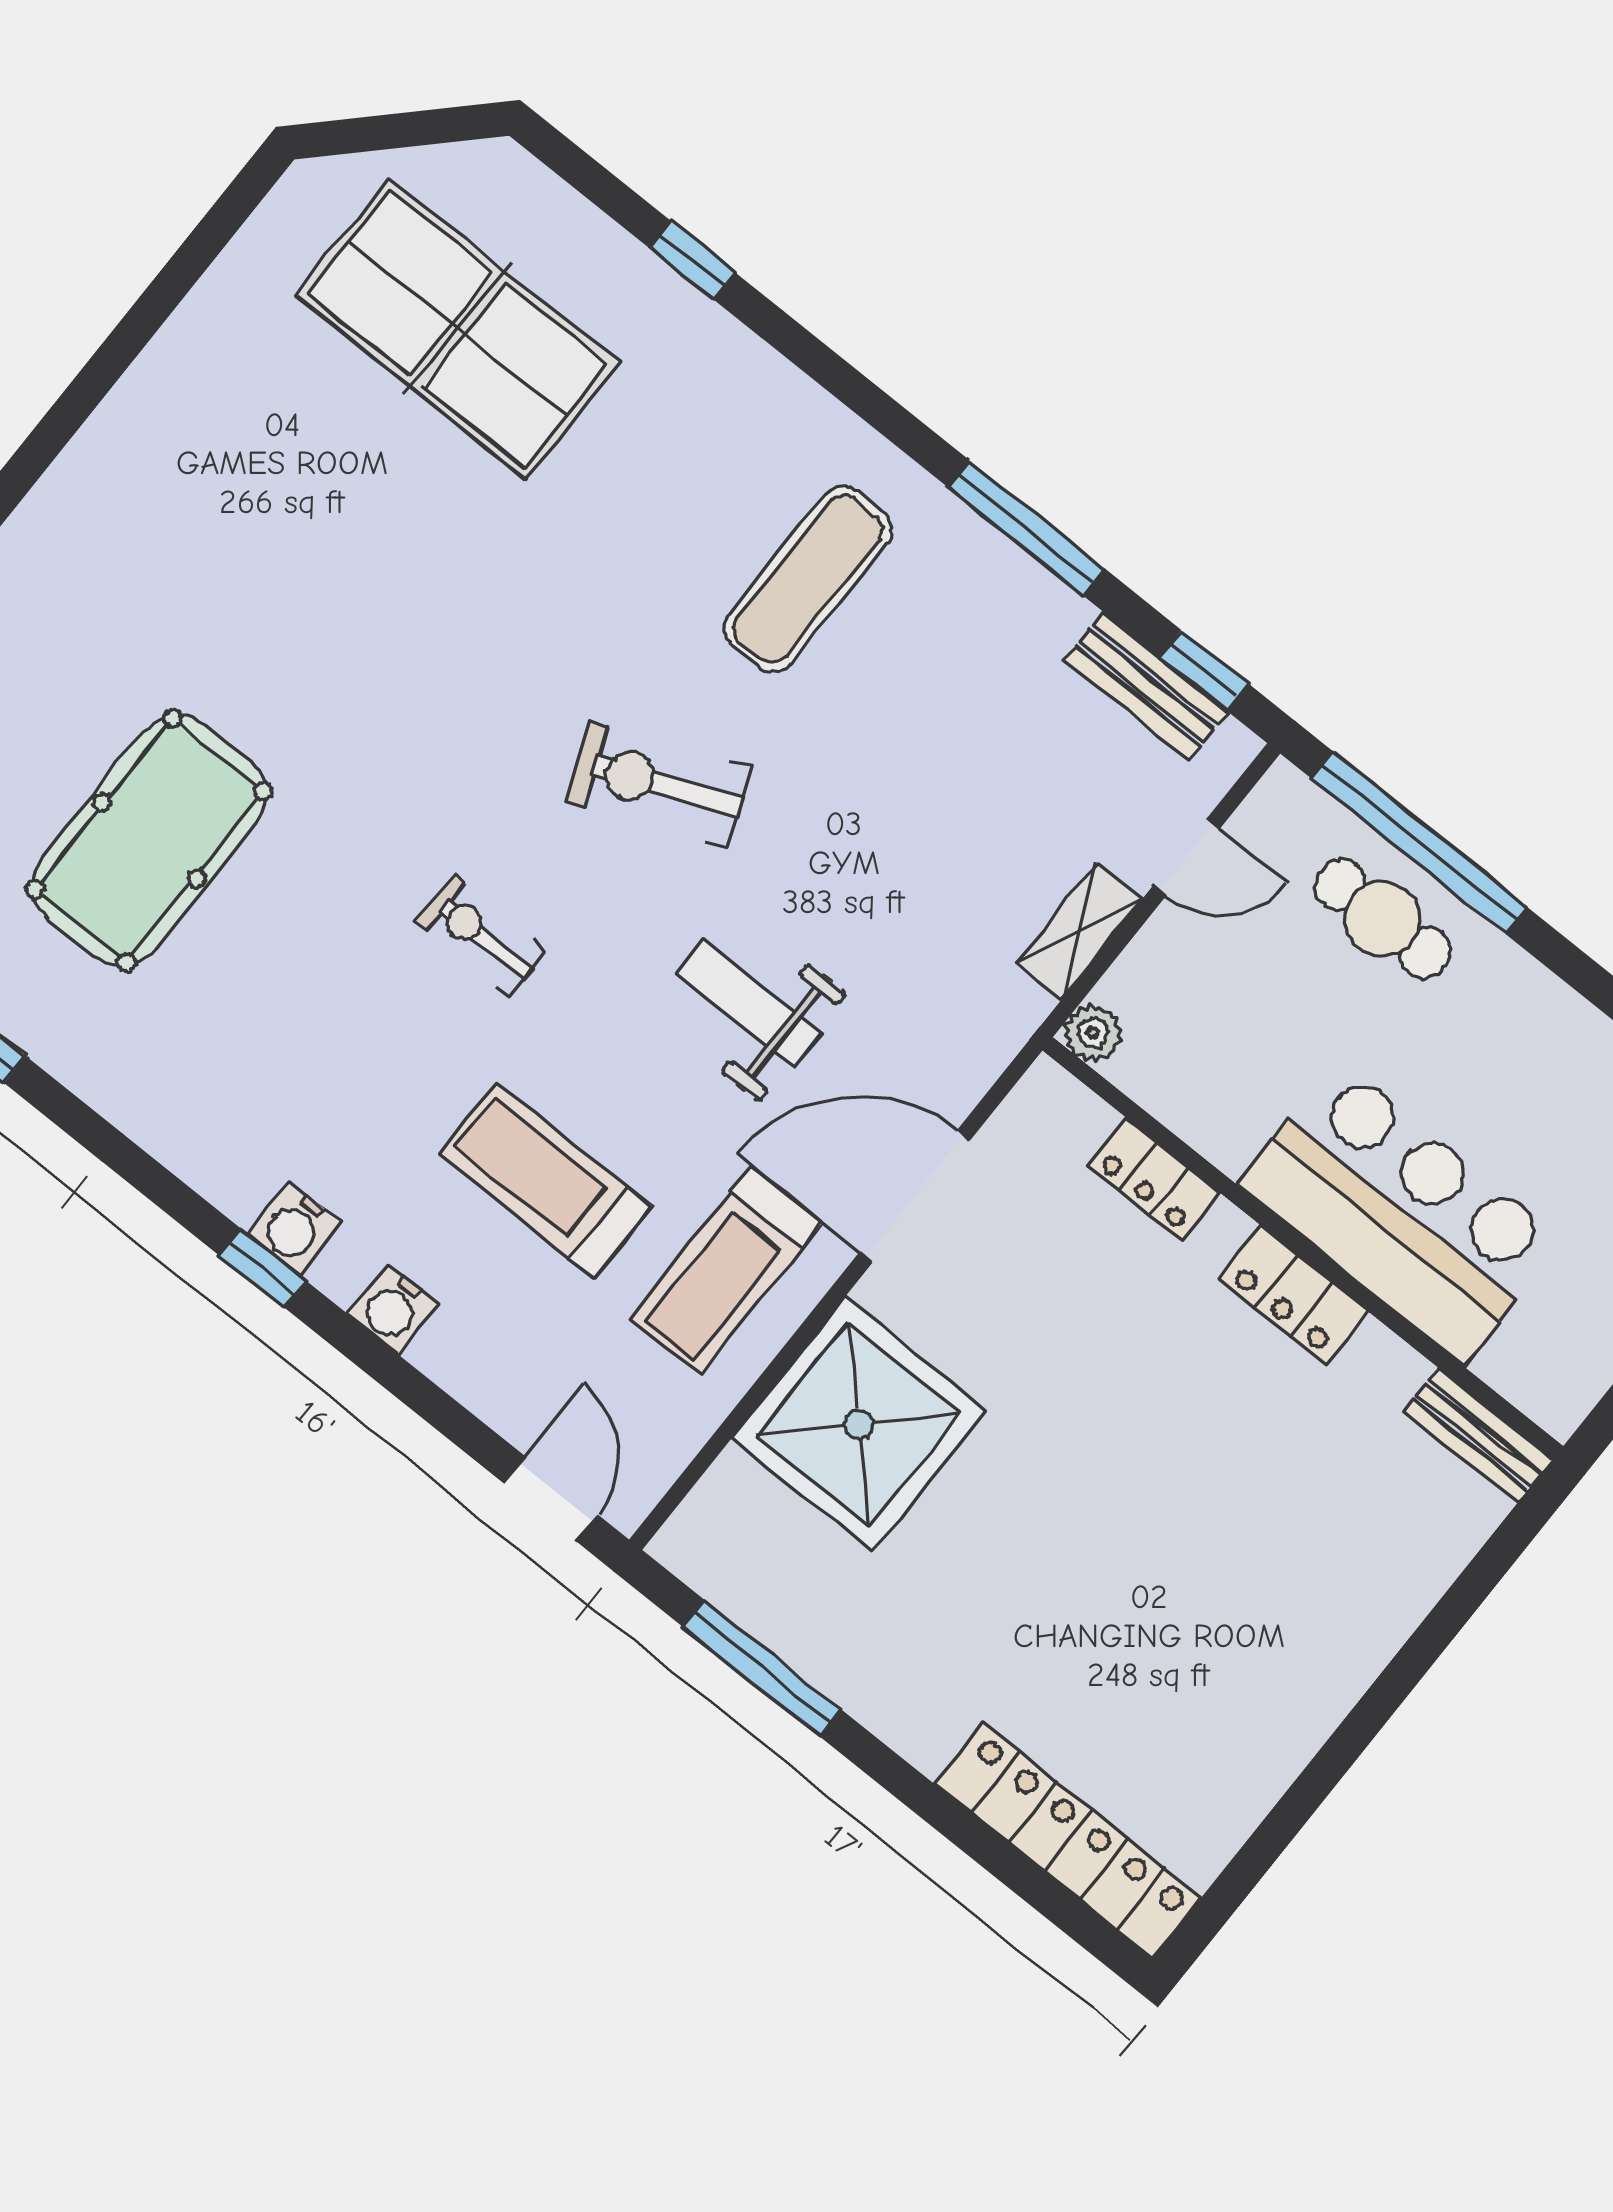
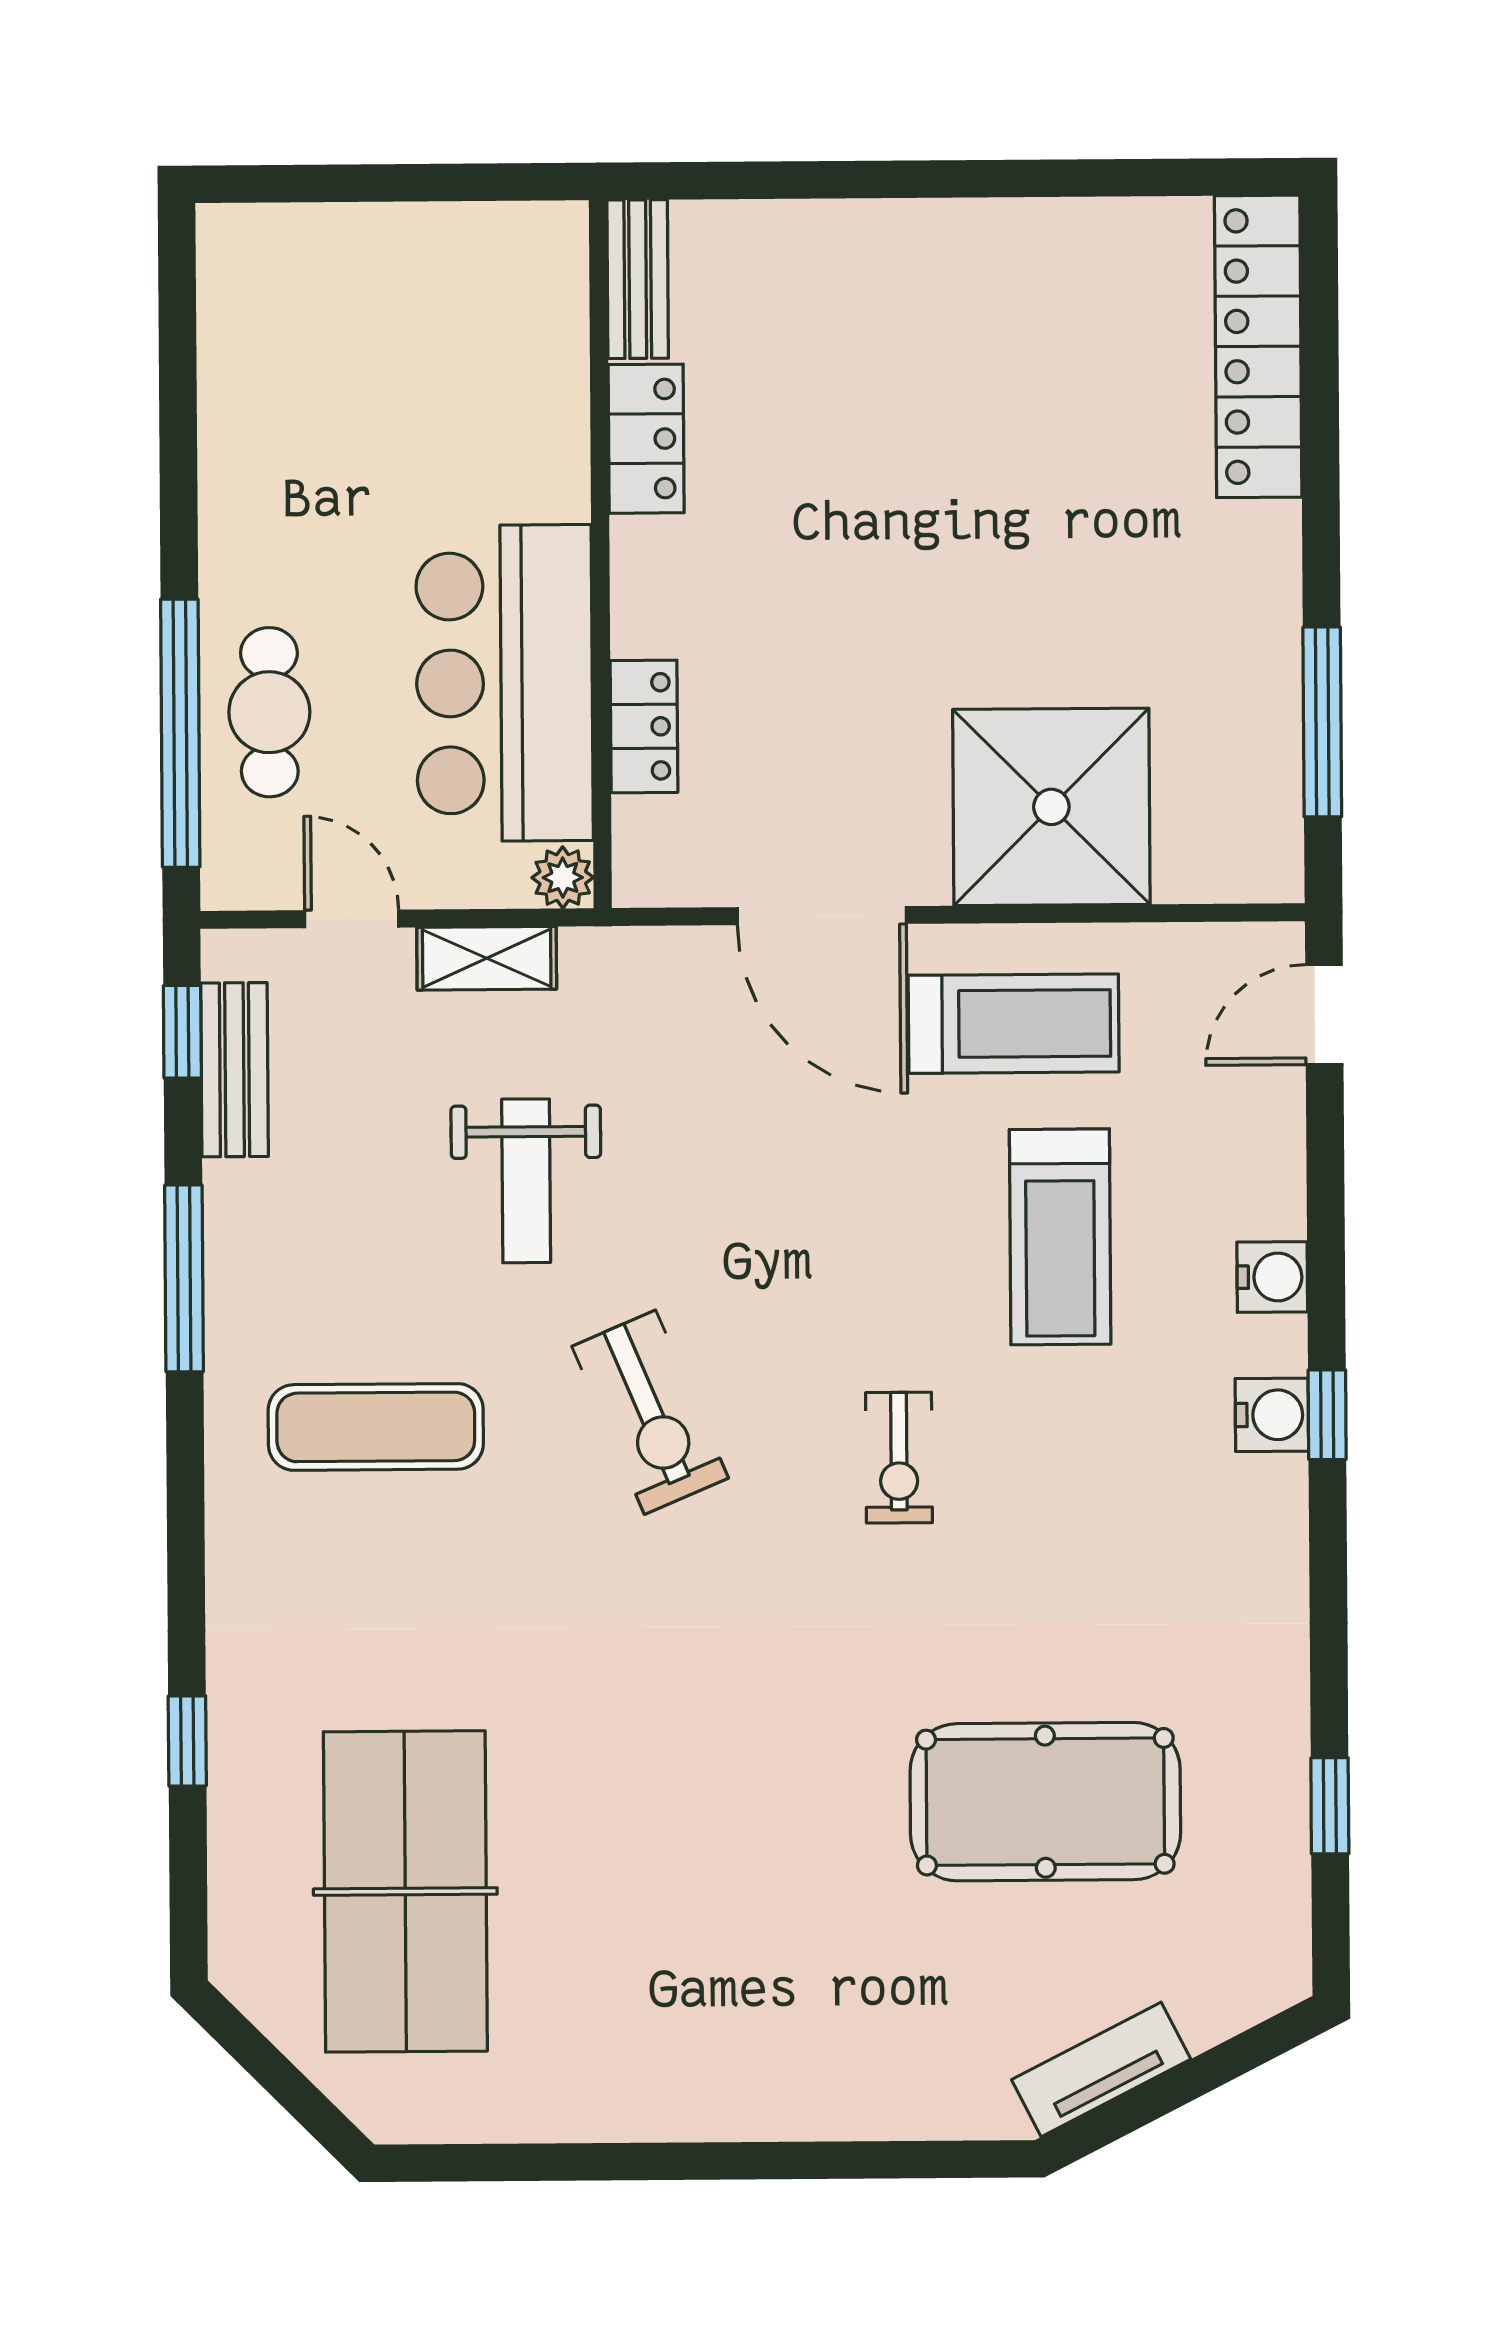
weight bench: (748, 1004) -> (526, 1181), moved
bar counter: (1401, 1212) -> (504, 683), moved
locker: (1293, 1296) -> (646, 439), moved

